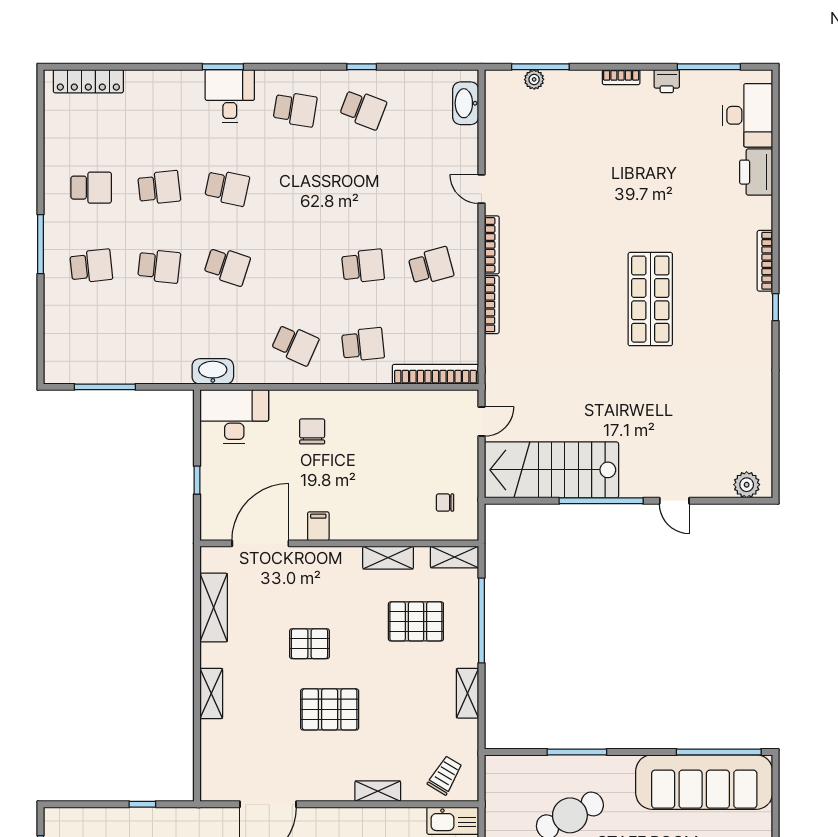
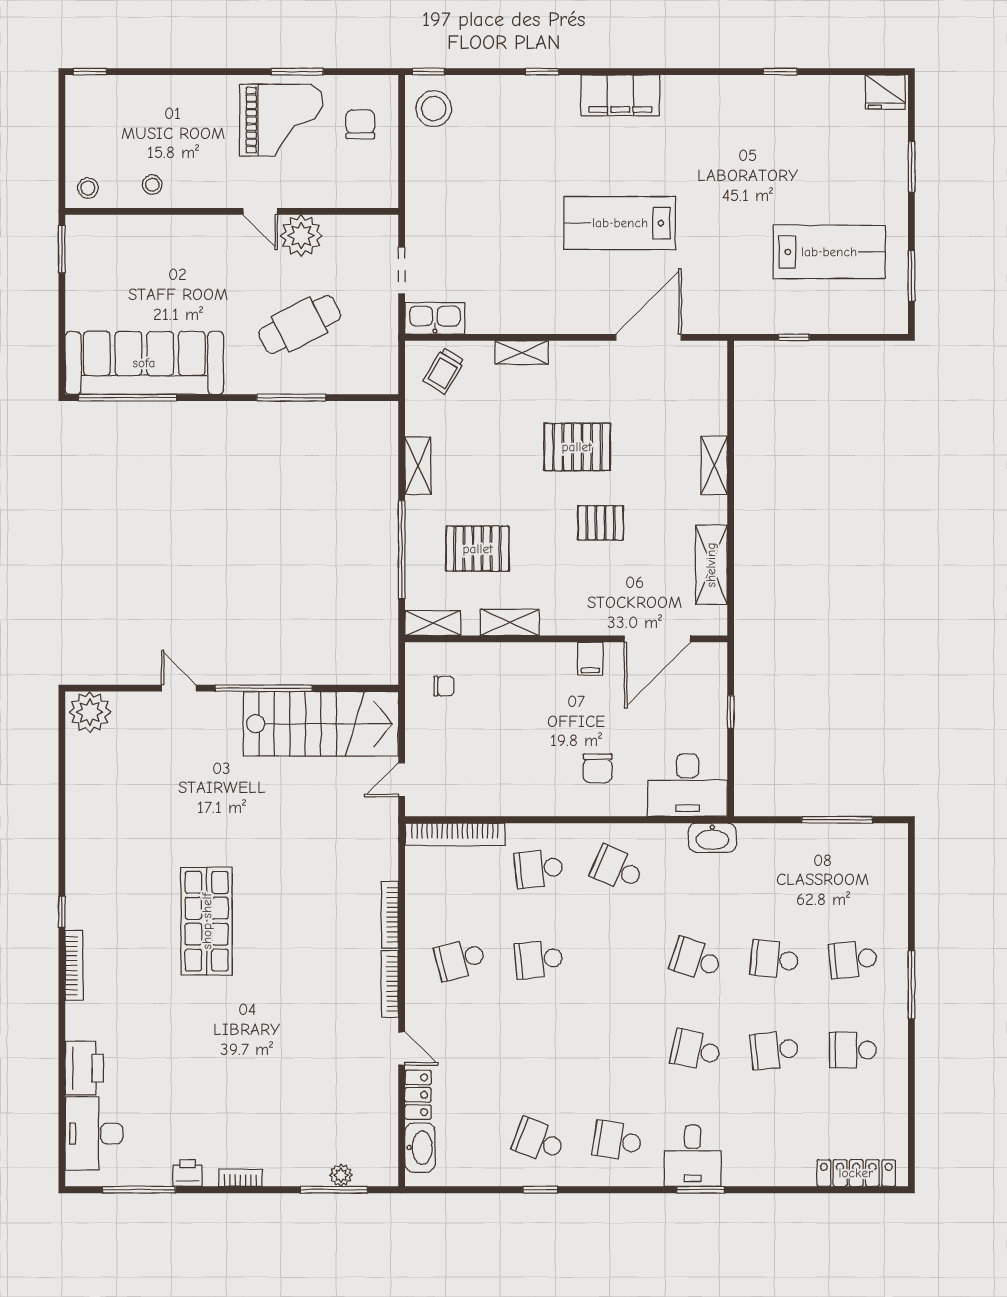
locker: (467, 149) -> (418, 1095), added
plant: (747, 485) -> (90, 712), width x1.36, depth x1.36

